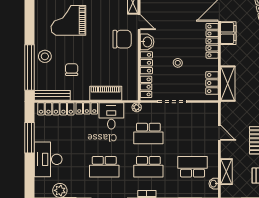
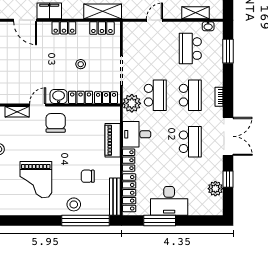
locker: (212, 41) -> (64, 28), width x0.66
plant: (137, 107) -> (132, 103), width x1.87, depth x1.87
desk: (48, 159) -> (169, 201), moved

